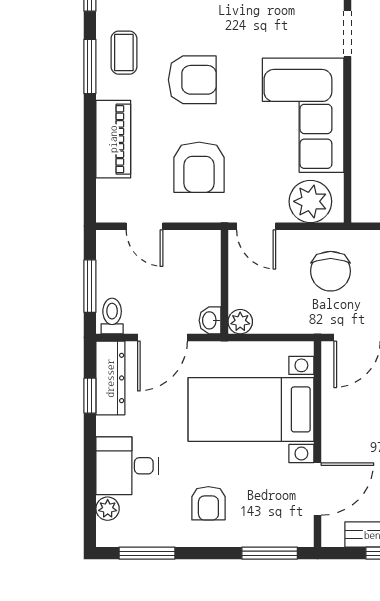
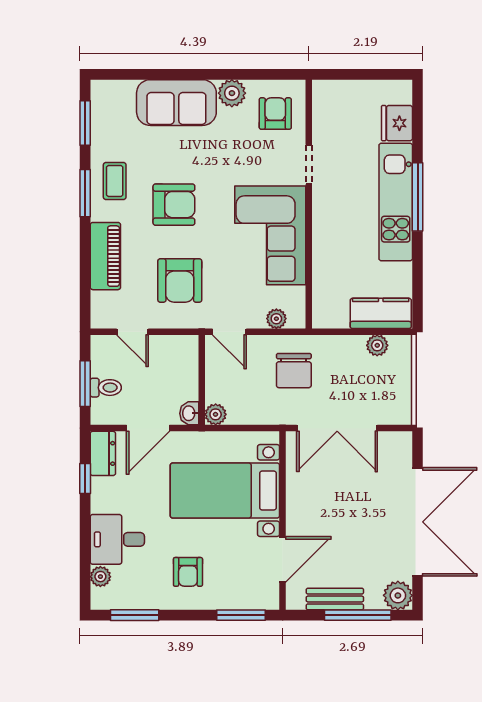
plant: (310, 201) -> (276, 319), width x0.53, depth x0.53
toilet: (112, 316) -> (106, 388), moved, turned 90
dresser: (110, 378) -> (103, 453), width x0.70

